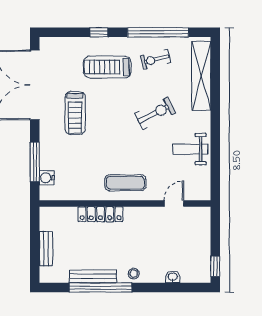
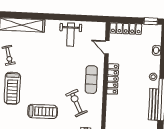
exercise bike: (155, 113) -> (76, 103), moved
locker: (100, 214) -> (113, 79), moved
locker: (203, 230) -> (126, 29), added

